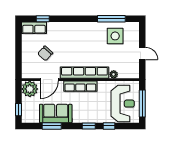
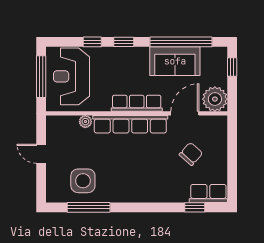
window: (52, 126) -> (181, 42), width x2.11

